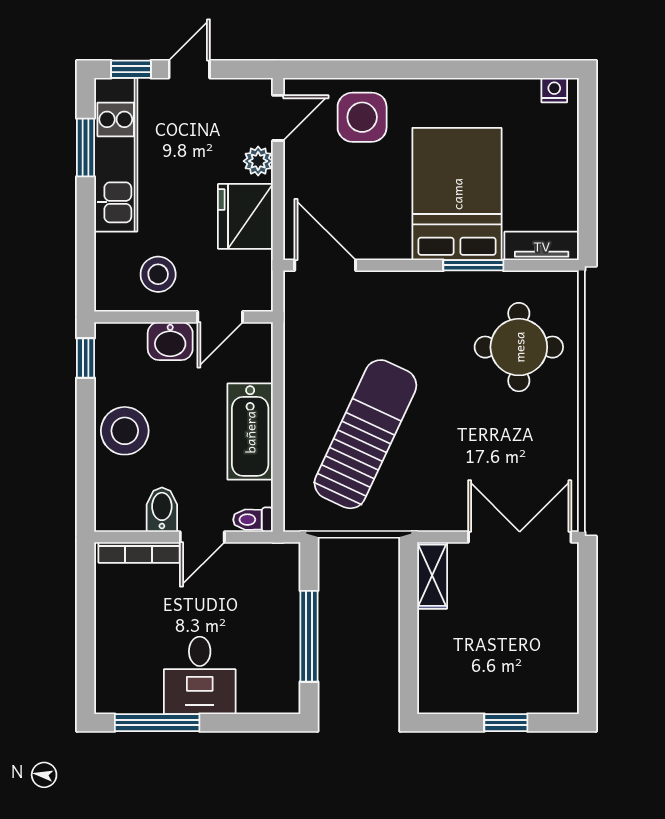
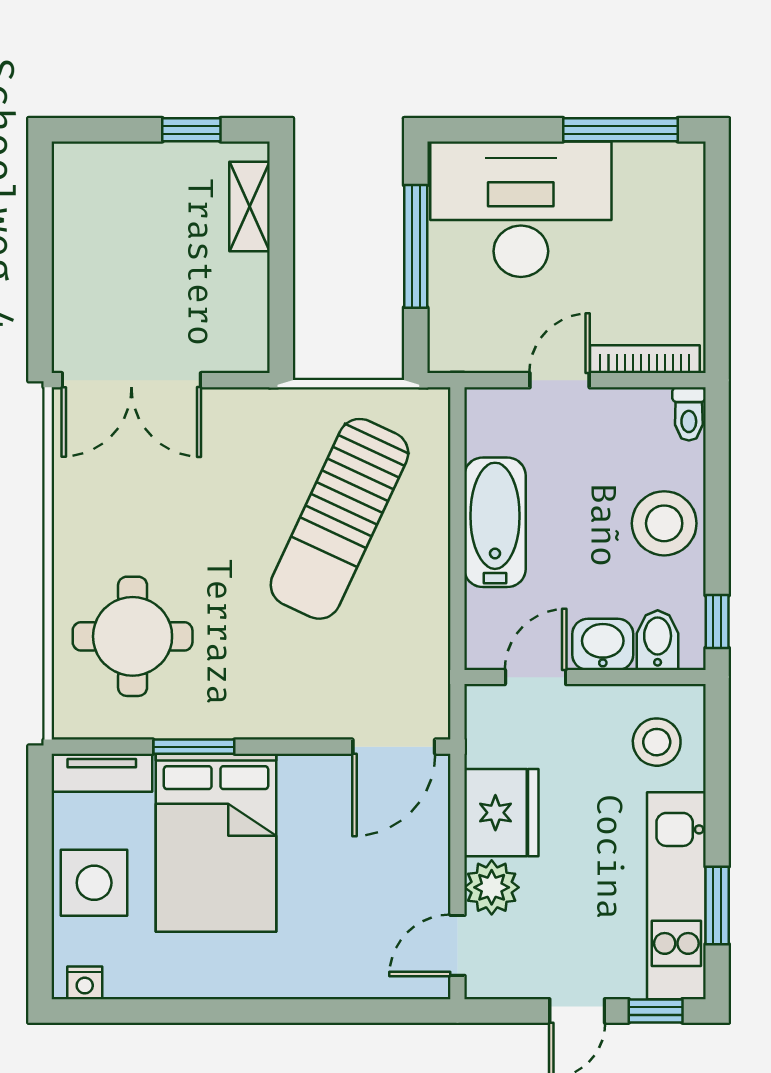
side table: (362, 117) -> (94, 883), moved
plant: (258, 161) -> (492, 887), width x1.38, depth x1.38
door: (325, 265) -> (394, 747), hinge flipped
stool: (158, 274) -> (657, 742), moved
bidet: (162, 510) -> (658, 640), moved, turned 180
toilet: (253, 520) -> (689, 414), moved, turned 90
shelving: (432, 575) -> (249, 207), moved
desk: (200, 675) -> (521, 209), width x1.87, depth x1.30
window: (506, 723) -> (191, 130), moved

